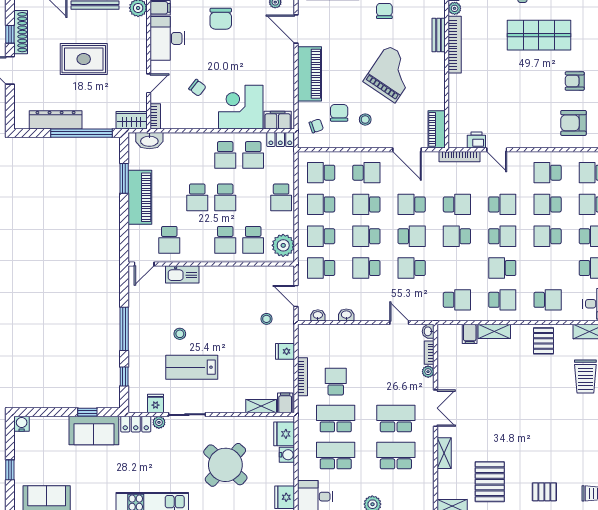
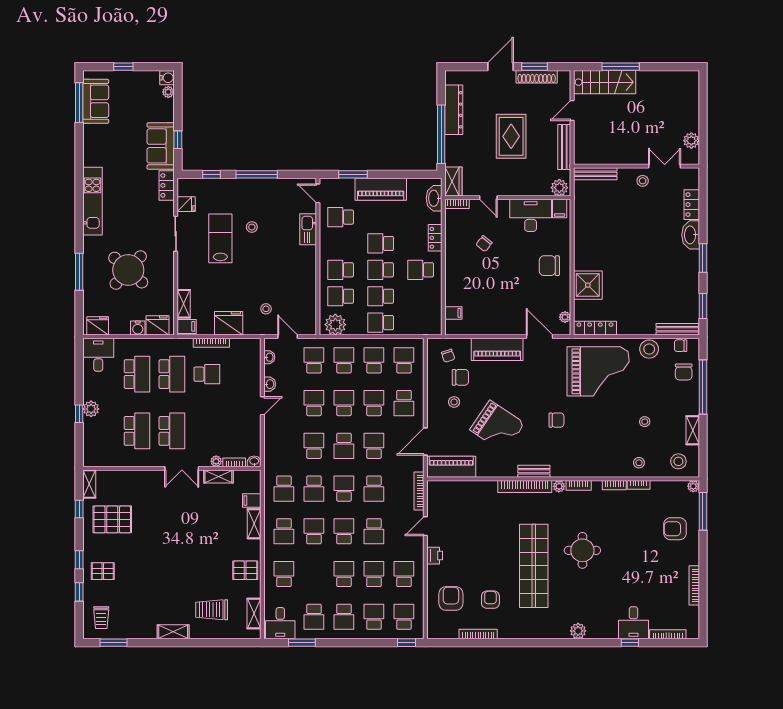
door: (296, 29) -> (539, 337), hinge flipped
window: (10, 34) -> (534, 67), width x1.50
shop shelf: (539, 35) -> (534, 566), width x1.40
corner desk: (241, 107) -> (466, 285), removed
filing cabinet: (278, 120) -> (453, 313), width x0.50
piano: (437, 129) -> (451, 467), width x1.37, depth x1.33
locker: (280, 140) -> (435, 238), moved
printer: (476, 140) -> (435, 556), moved
school desk: (253, 155) -> (381, 296), moved
window: (124, 178) -> (353, 174), moved
school desk: (502, 236) -> (344, 531), turned 180
school desk: (457, 268) -> (314, 489), added
door: (296, 296) -> (288, 337), hinge flipped
school desk: (548, 300) -> (284, 574), turned 180
door: (399, 323) -> (262, 406), moved
fridge: (285, 351) -> (229, 323), width x1.88, depth x1.34
plant: (159, 422) -> (168, 92), moved
shelving: (444, 453) -> (218, 476), moved
pallet: (544, 492) -> (103, 571), turned 90

